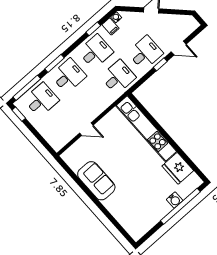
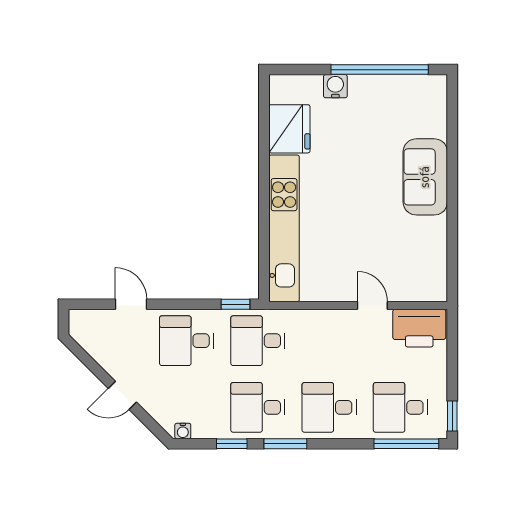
filing cabinet: (111, 26) -> (203, 425), removed
window: (55, 63) -> (285, 444), moved
window: (160, 64) -> (236, 304), moved
printer: (61, 136) -> (419, 328), added
sofa: (96, 181) -> (425, 177), moved
window: (180, 206) -> (380, 70), moved

